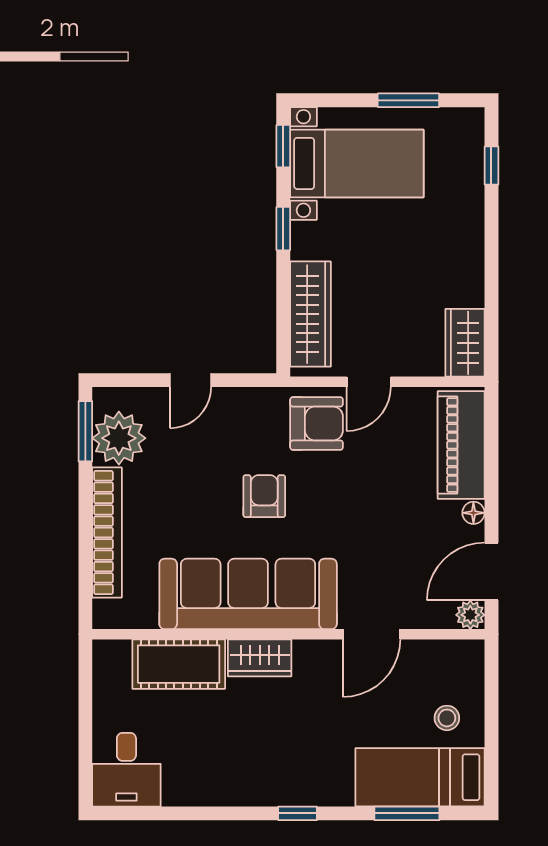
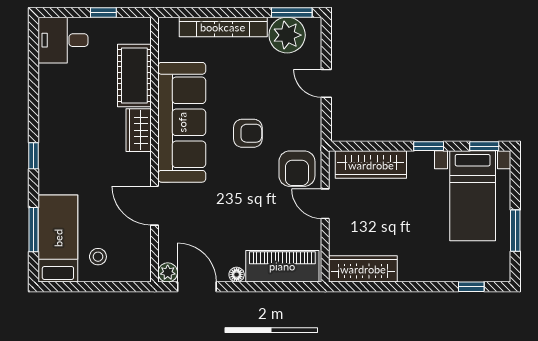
wardrobe: (465, 343) -> (363, 269), width x1.50
window: (85, 710) -> (103, 12), added

